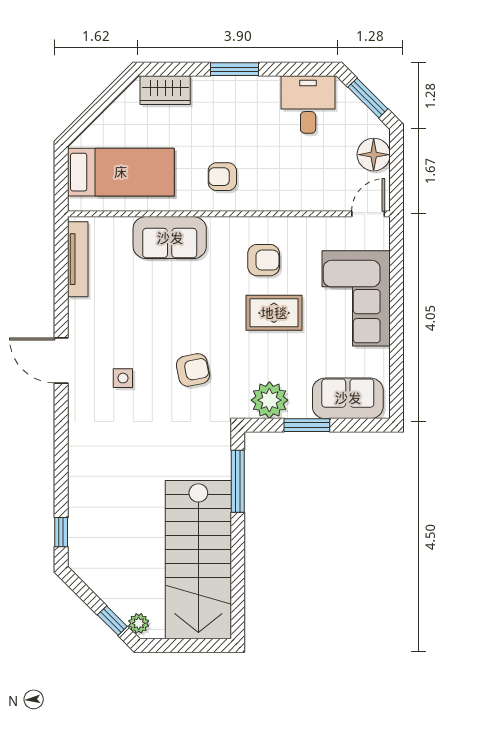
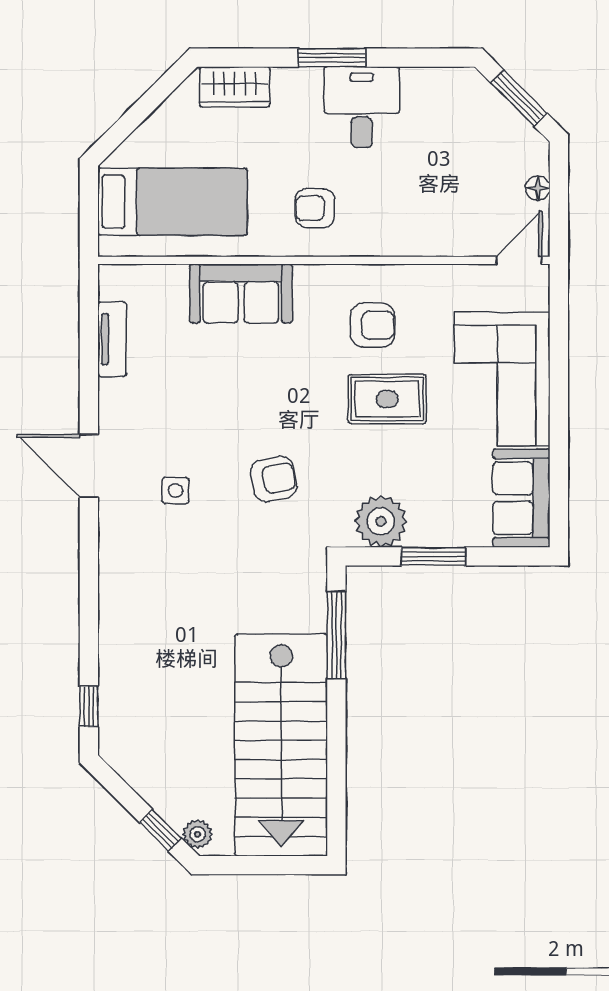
desk: (308, 105) -> (362, 107), moved
floor lamp: (374, 155) -> (538, 188), width x0.53, depth x0.53
tv unit: (78, 259) -> (112, 339), width x0.71
sofa: (348, 398) -> (521, 498), moved, turned -90

